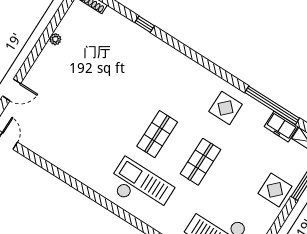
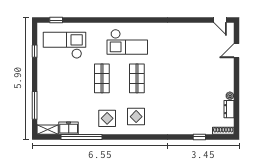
dresser: (67, 23) -> (229, 109), added
window: (145, 24) -> (199, 137), moved
display table: (275, 190) -> (136, 117), moved

